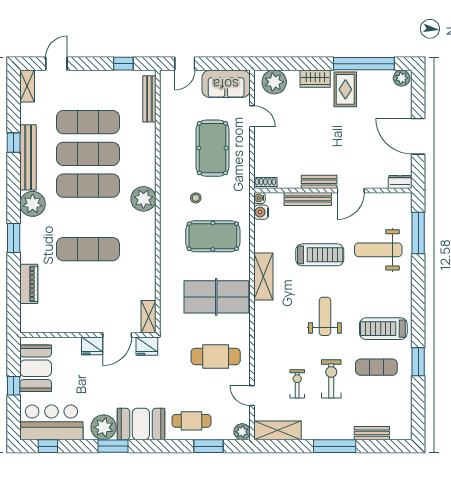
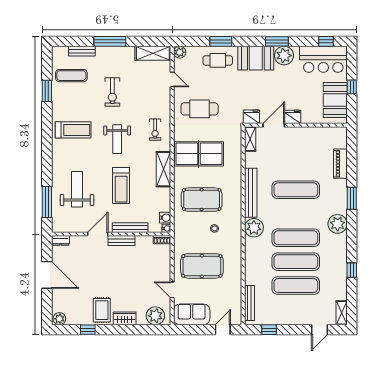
window: (364, 64) -> (88, 330), width x0.32
pool table: (212, 148) -> (202, 266), turned 90
bench: (28, 157) -> (251, 193), moved
weight bench: (378, 250) -> (77, 189), turned -90
treadmill: (320, 255) -> (121, 185), turned -90
window: (418, 362) -> (47, 91), moved
exercise mat: (376, 367) -> (71, 76), moved
exercise bike: (297, 384) -> (155, 130), moved
window: (209, 446) -> (221, 41), moved

